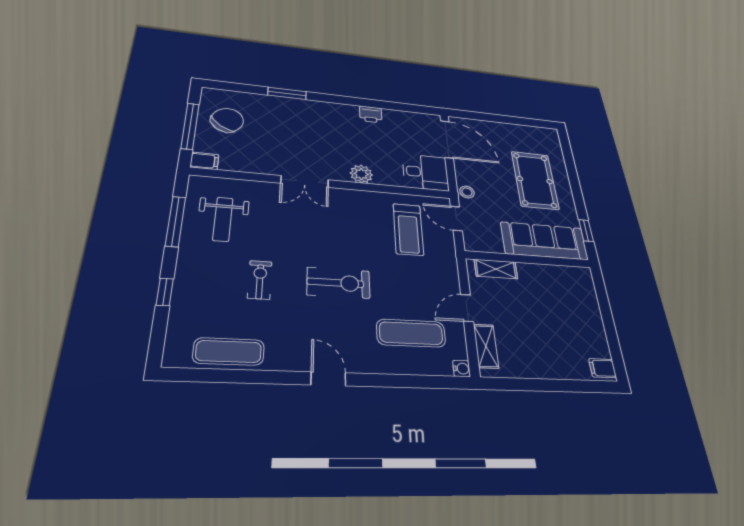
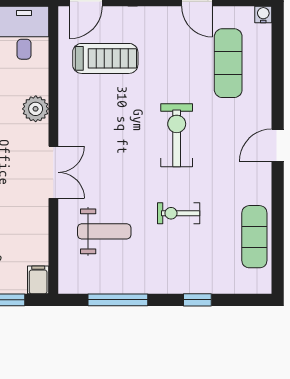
weight bench: (223, 219) -> (104, 231), moved

